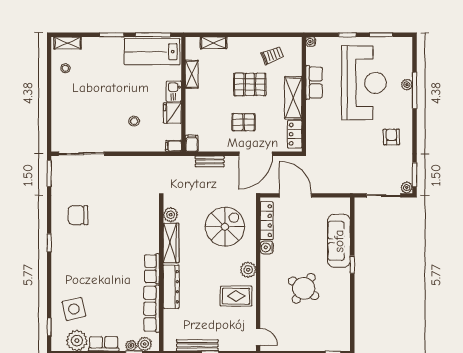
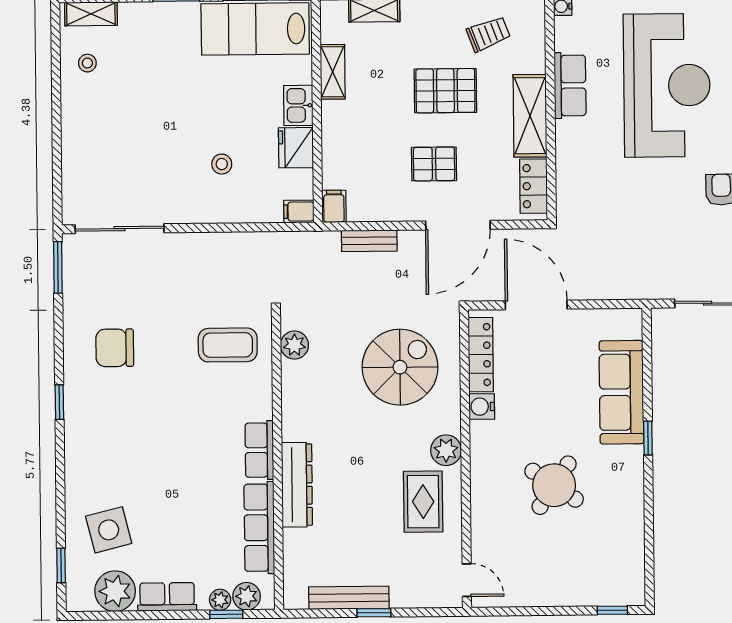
coffee table: (136, 214) -> (228, 345), added
wardrobe: (171, 243) -> (296, 400), removed
rug: (236, 296) -> (423, 502), turned 90

